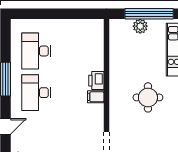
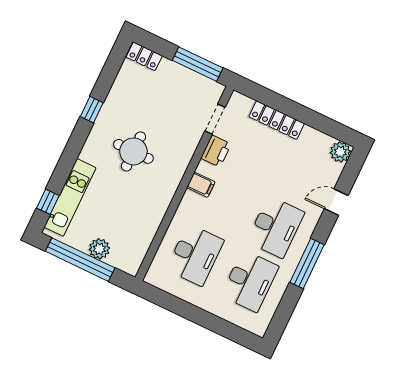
desk: (78, 51) -> (195, 255), added
printer: (96, 81) -> (216, 151), moved

